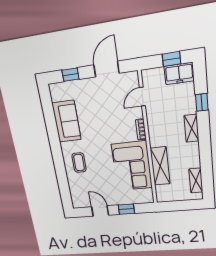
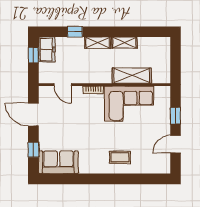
sofa: (66, 121) -> (58, 162), moved
shelving: (196, 180) -> (124, 43), moved

